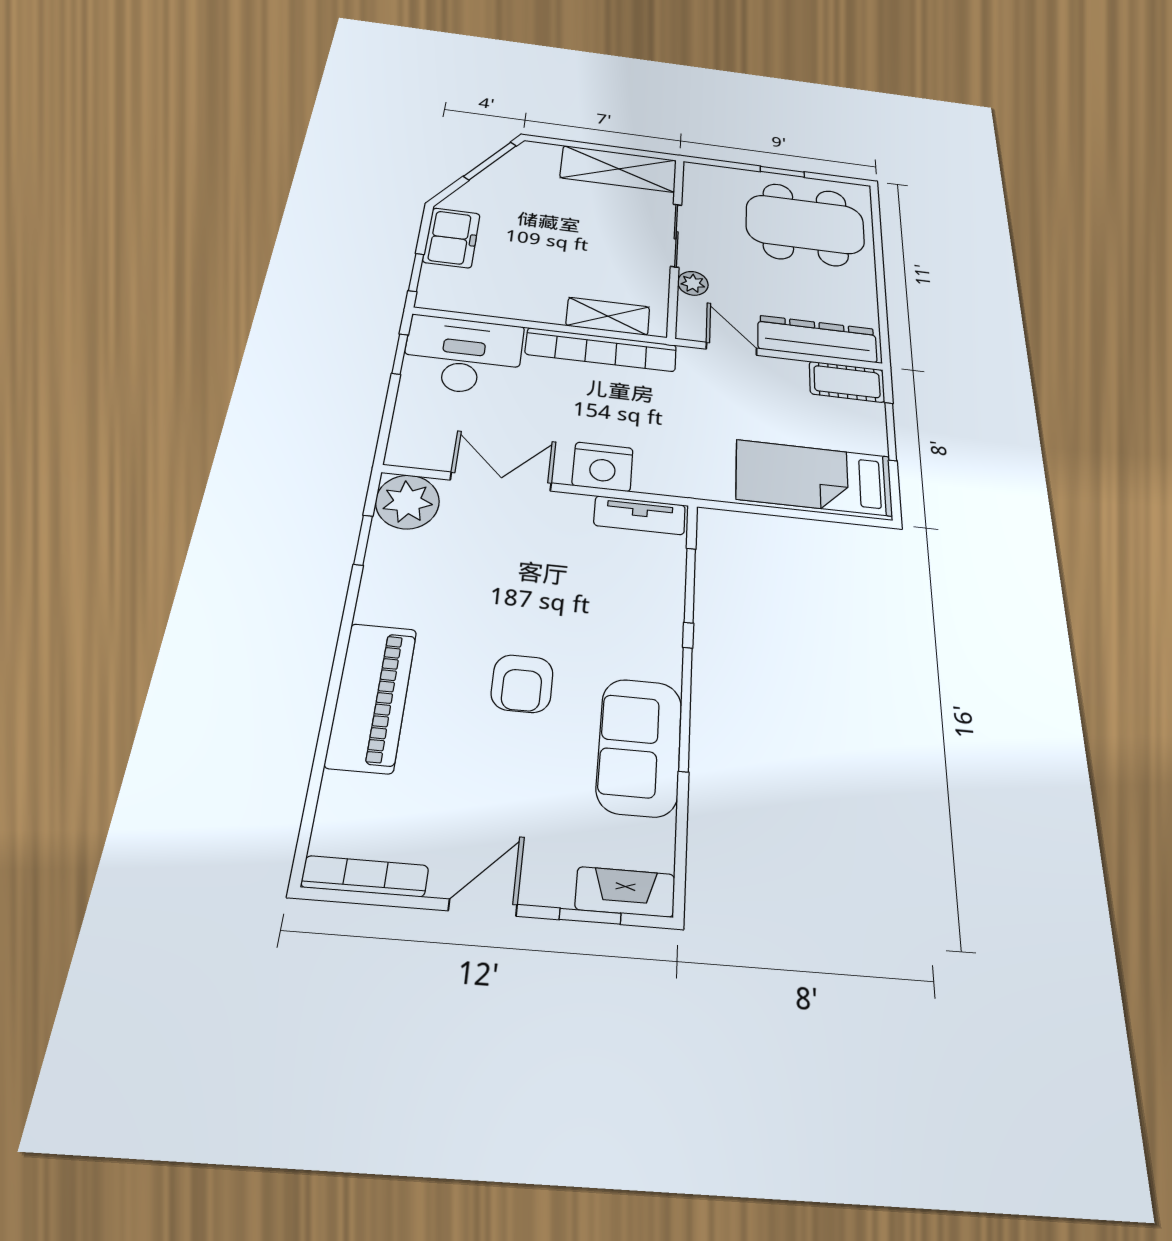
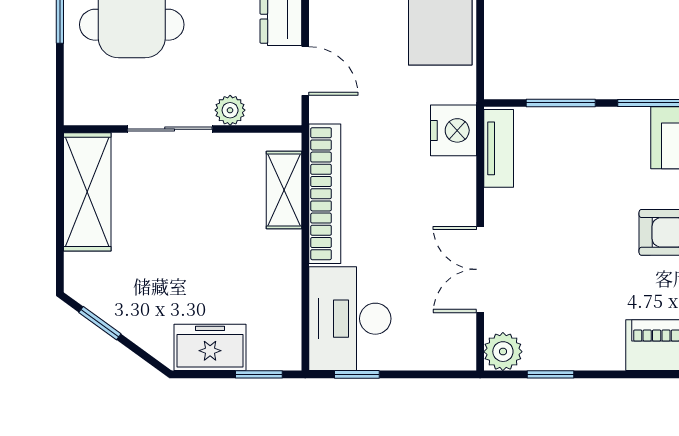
window: (490, 161) -> (100, 323), width x0.67
door: (731, 349) -> (305, 71), swing flipped
nightstand: (603, 467) -> (454, 130), moved
plant: (407, 502) -> (503, 352), width x0.73, depth x0.73

